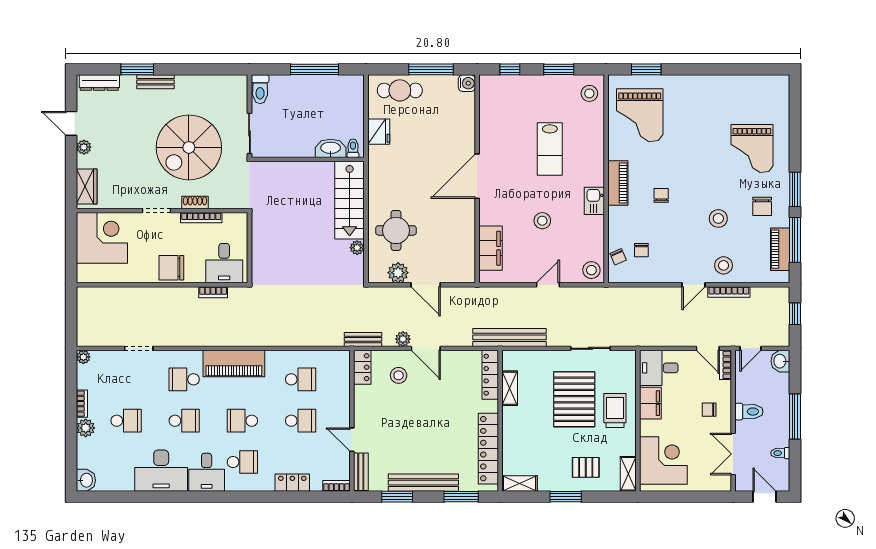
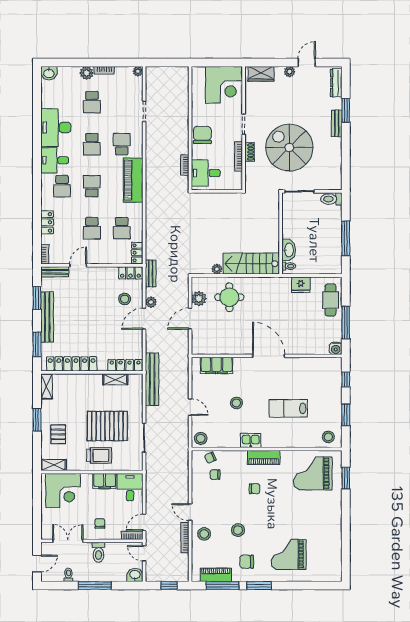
locker: (334, 358) -> (137, 253), added

